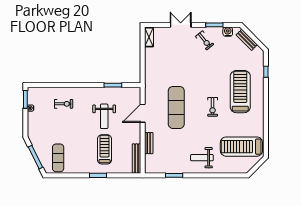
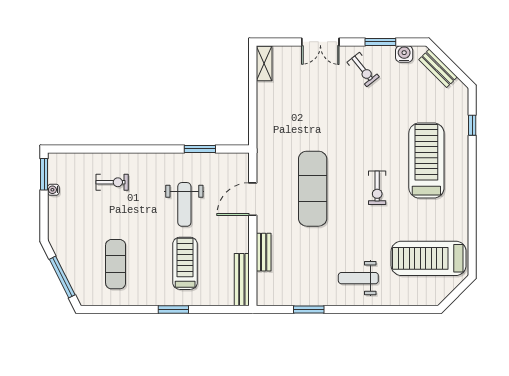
double door: (181, 25) -> (320, 42), swing flipped
exercise mat: (58, 158) -> (116, 264), moved

